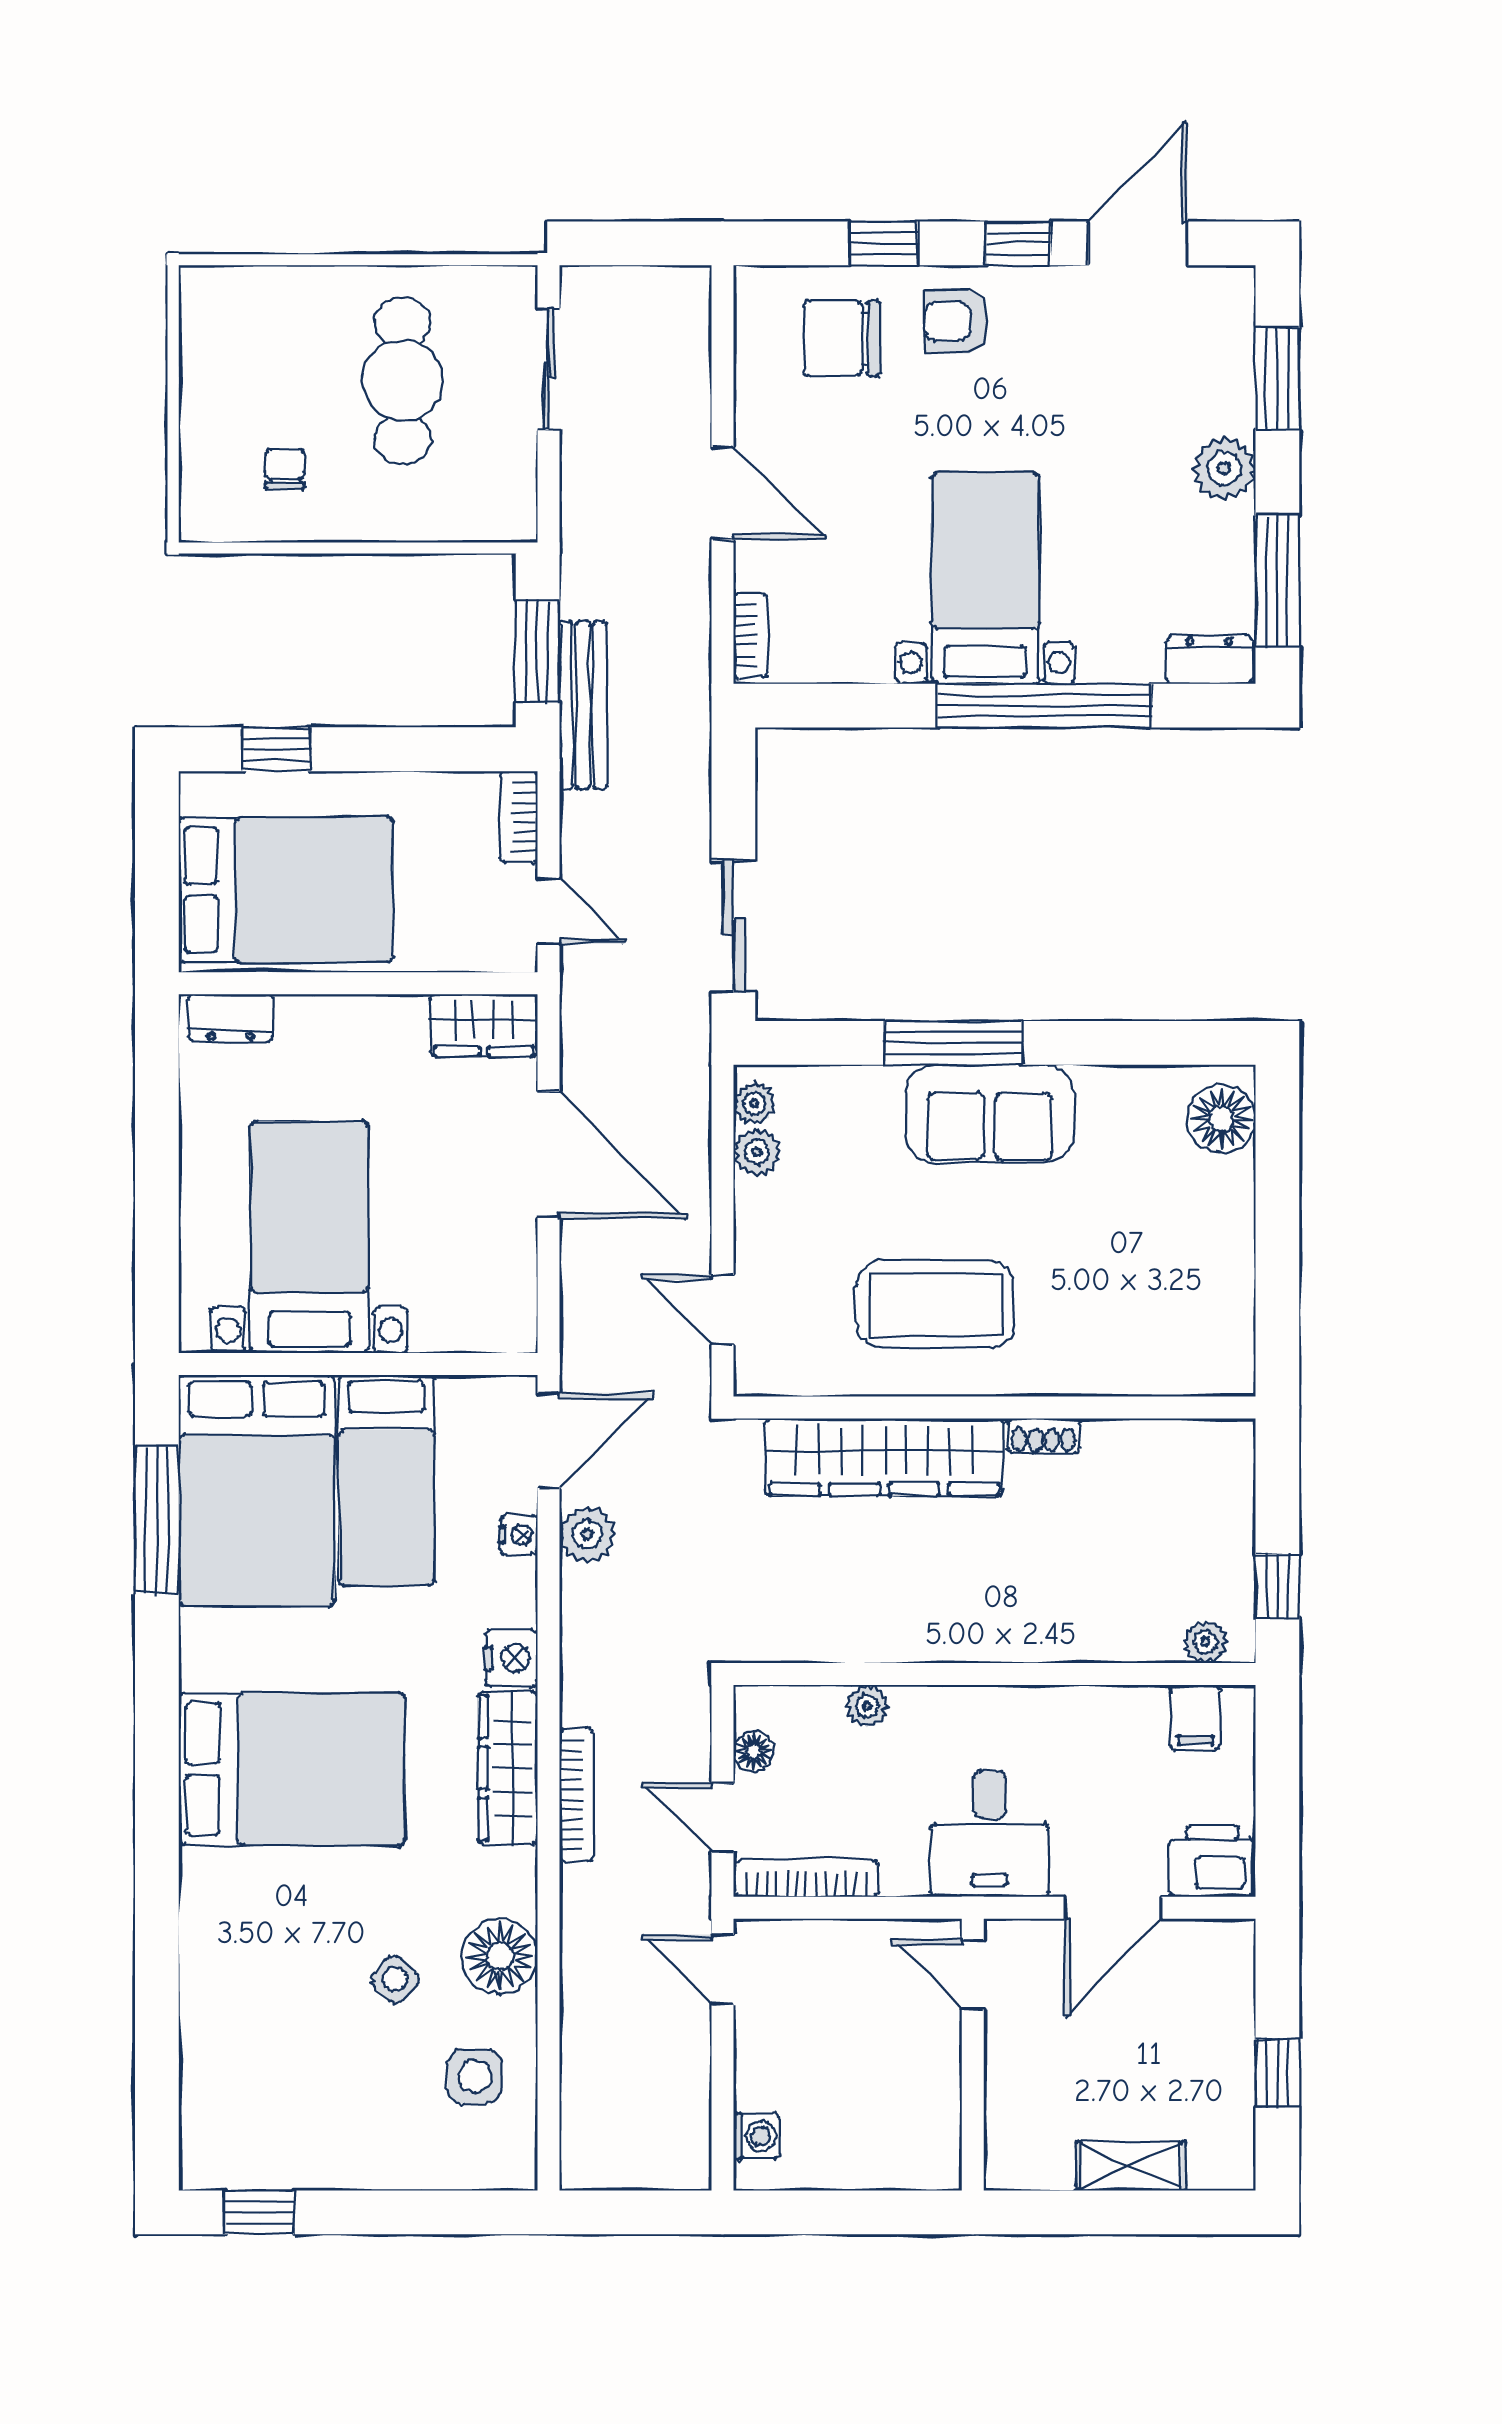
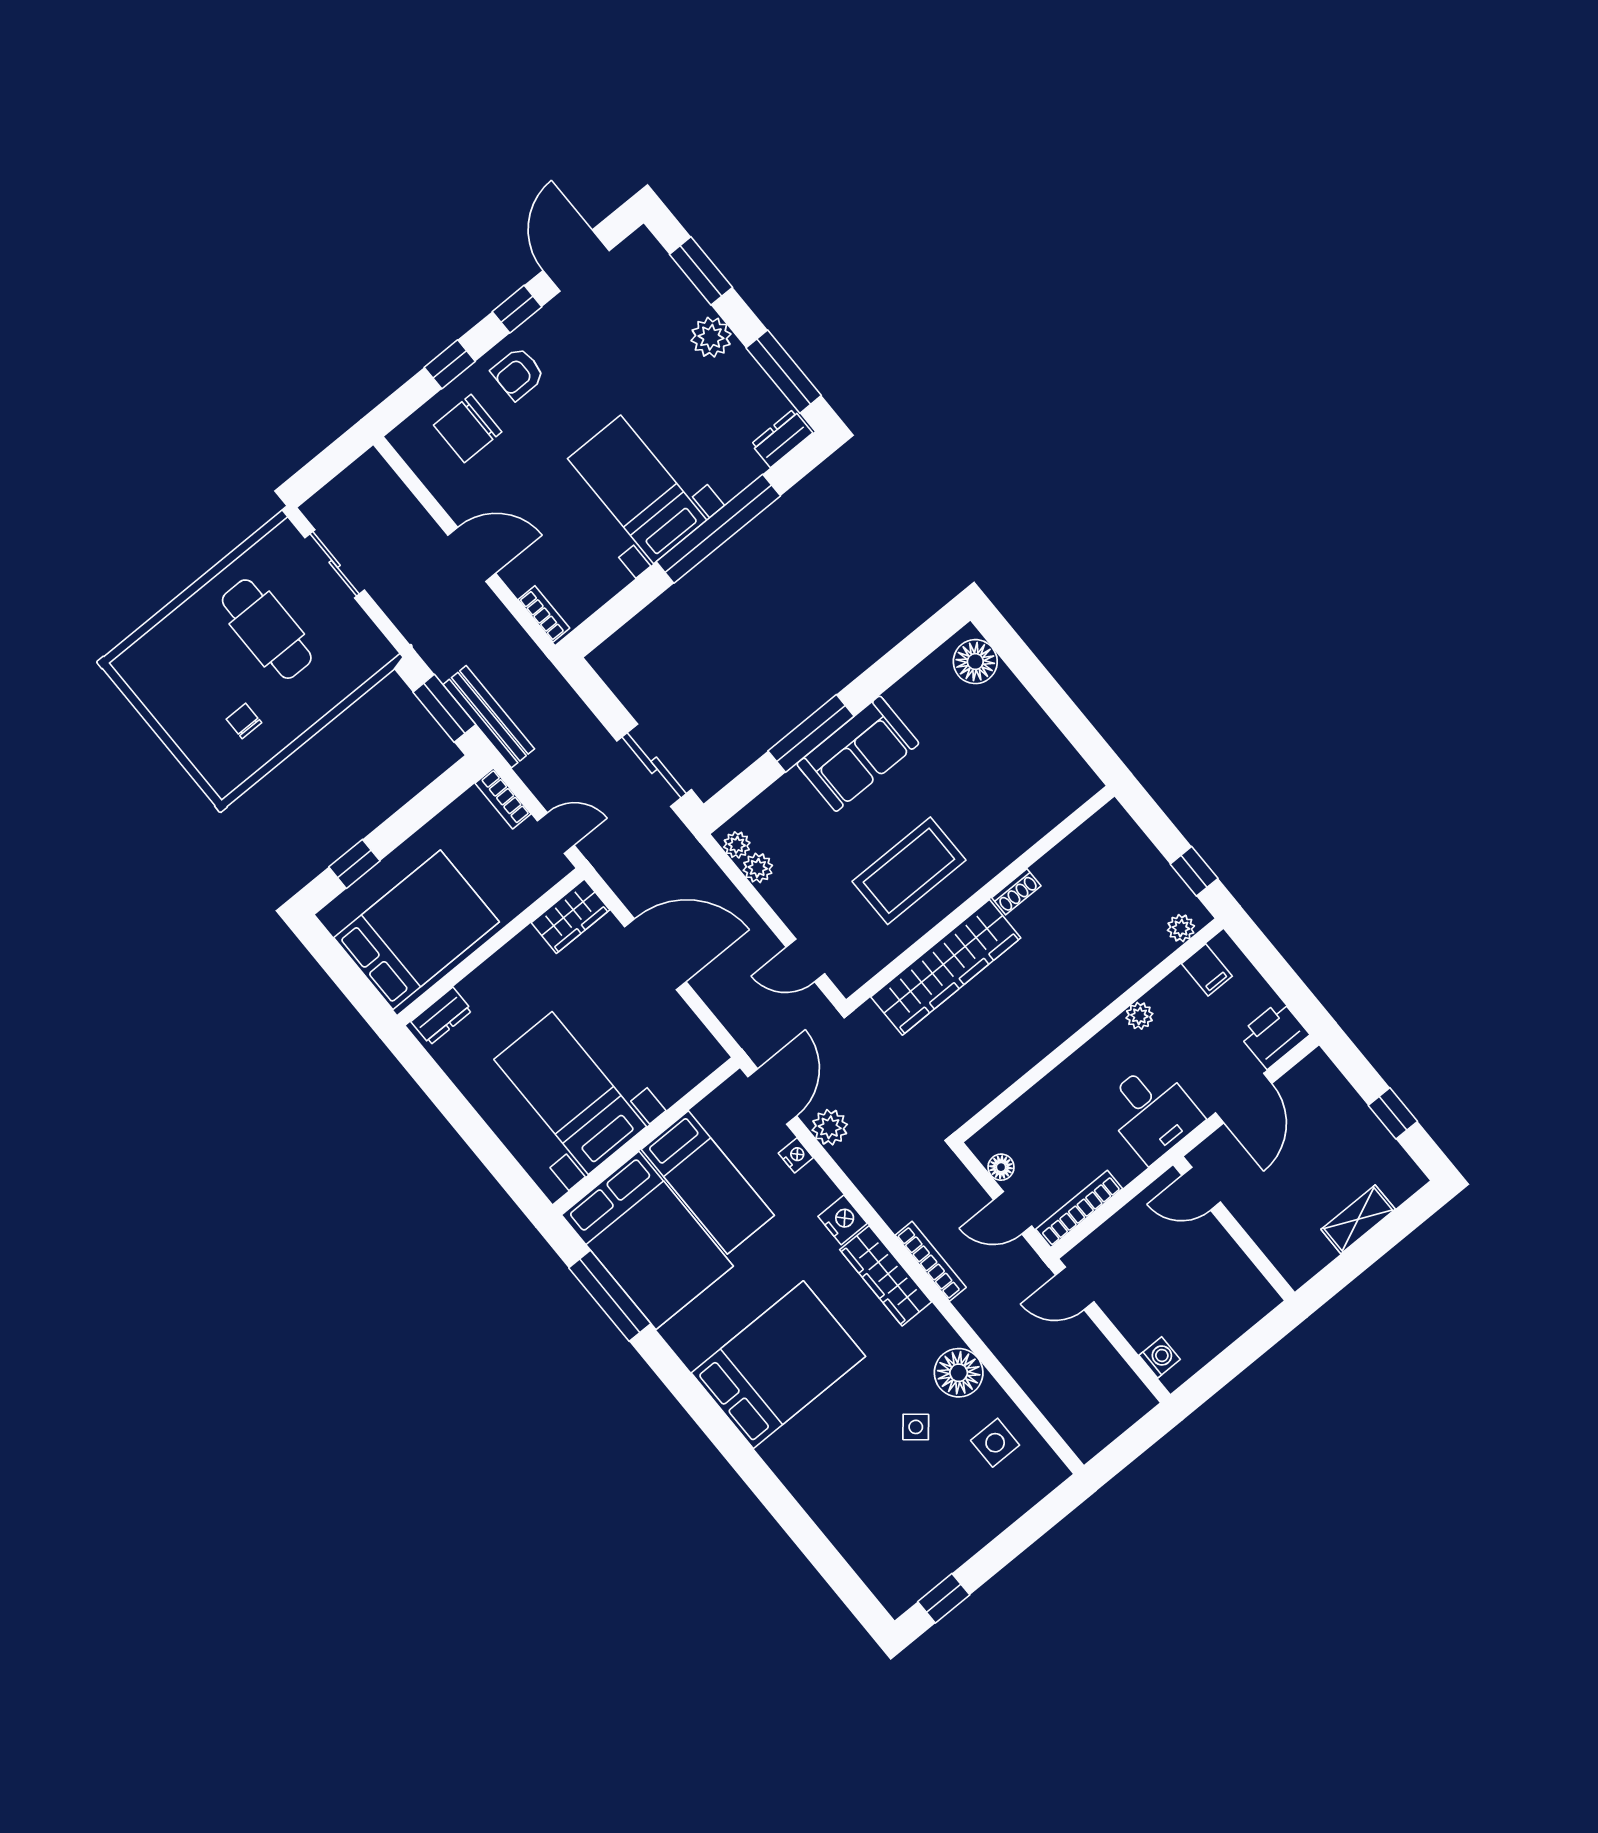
plant: (867, 1706) -> (1139, 1016), moved

